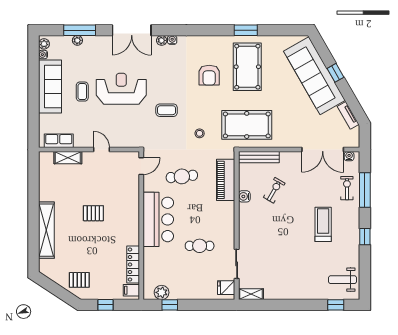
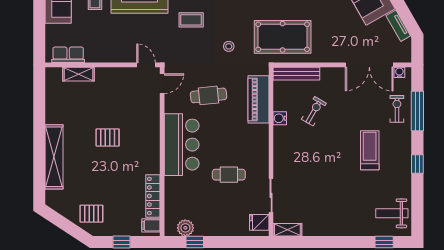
door: (101, 150) -> (146, 65), moved

